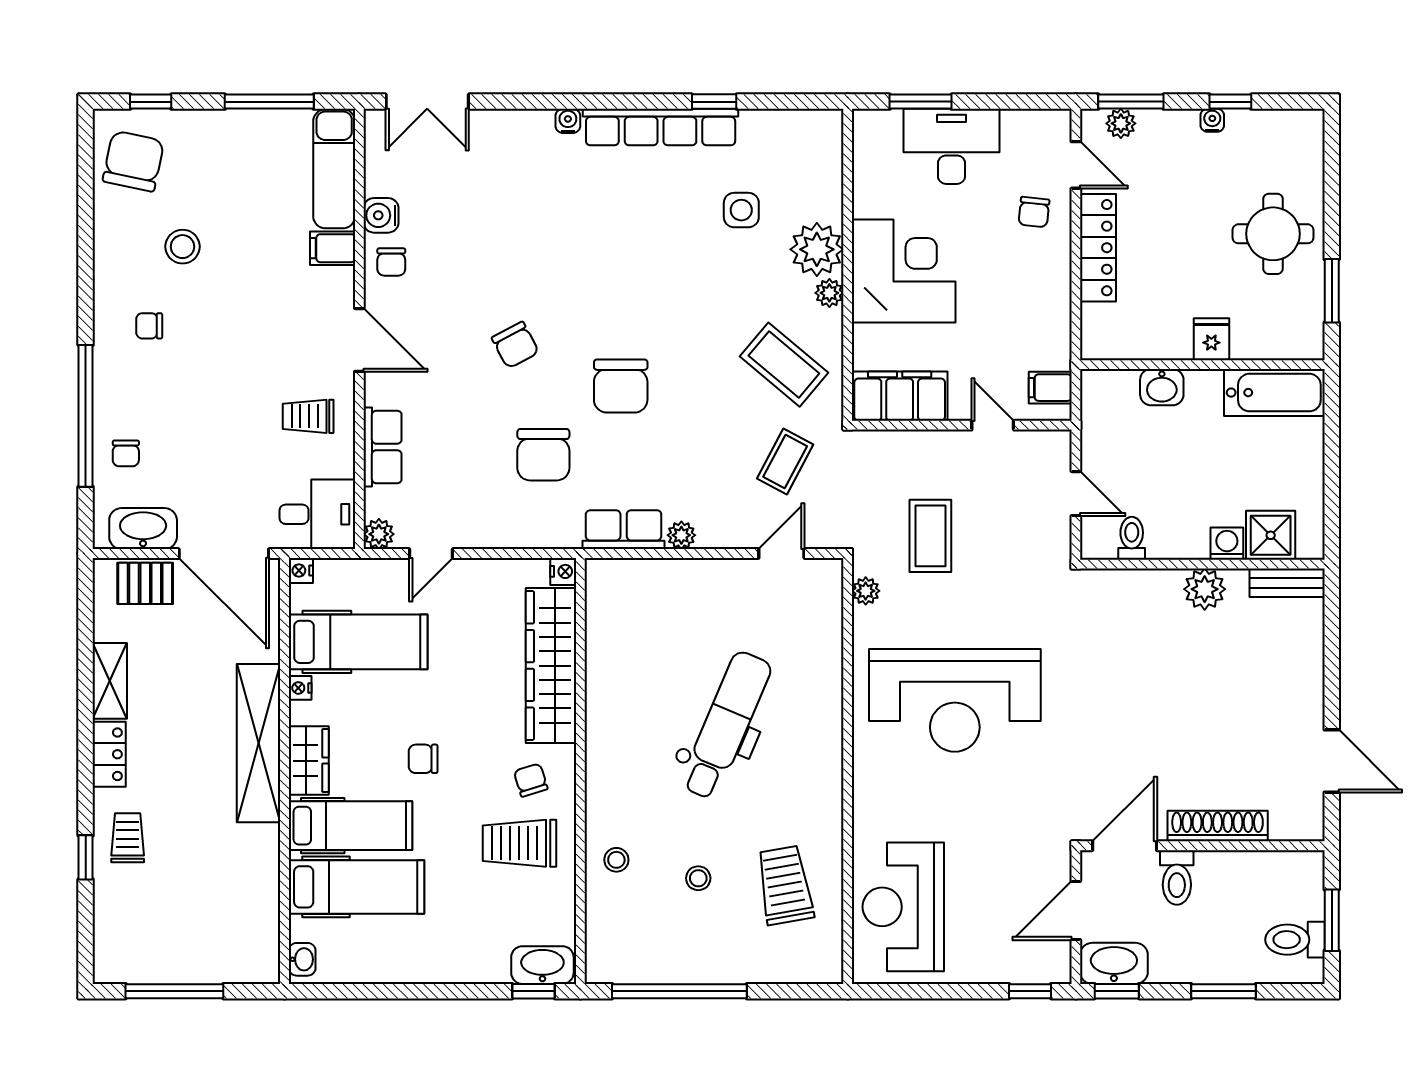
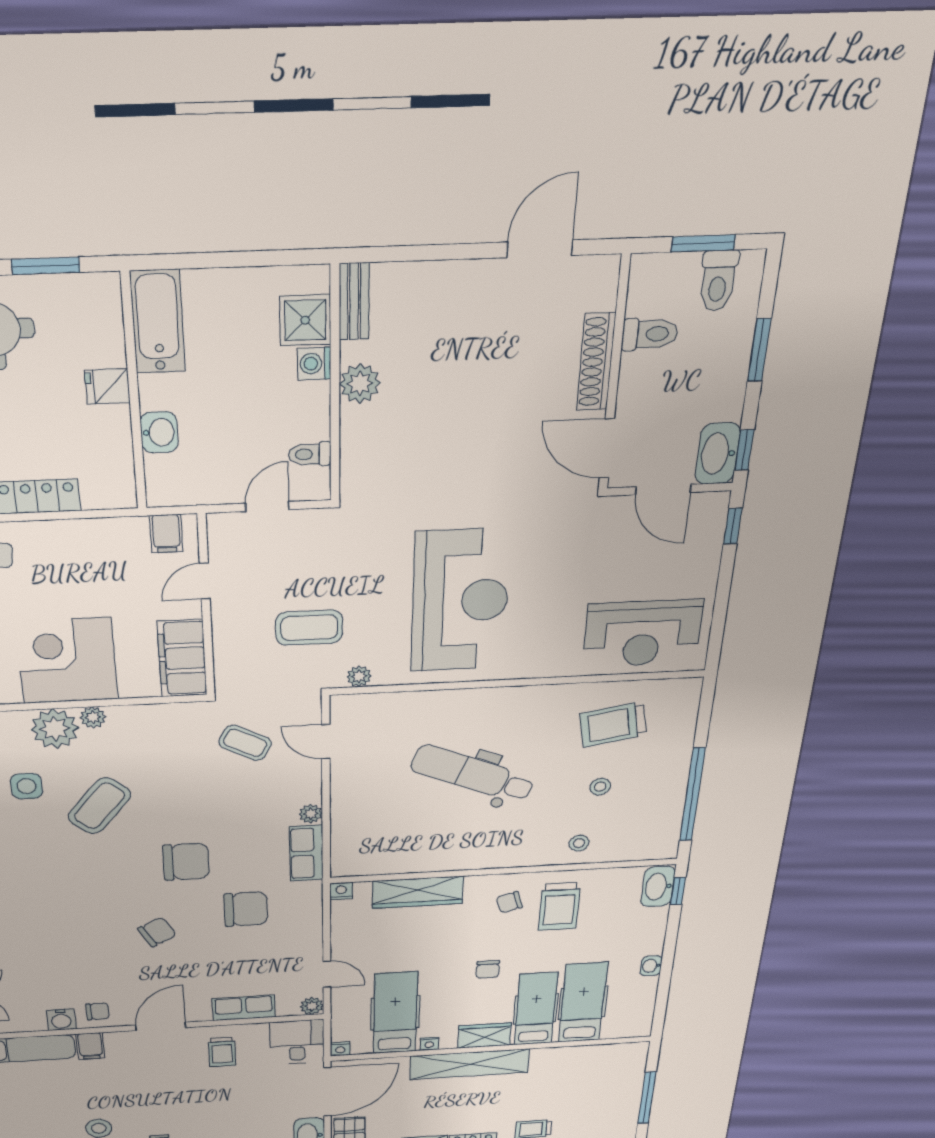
coffee table: (784, 365) -> (99, 806), moved
wardrobe: (551, 666) -> (418, 892), width x0.71, depth x0.85
toilet: (1177, 877) -> (650, 334), moved
washbasin: (302, 959) -> (651, 966), moved, turned -90

